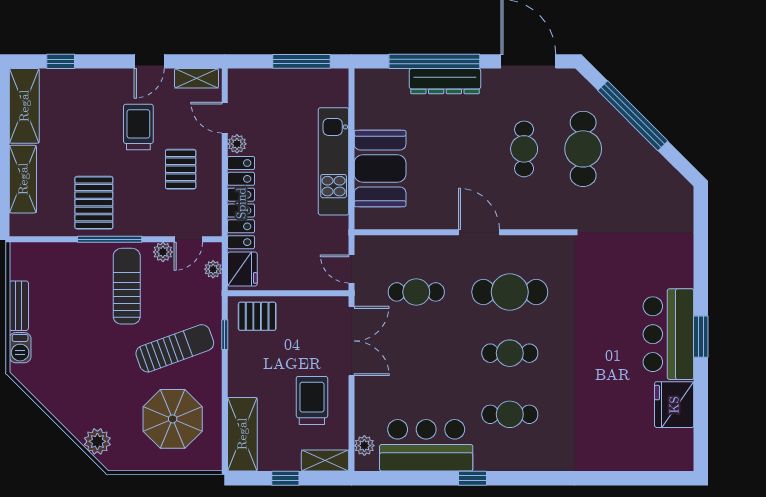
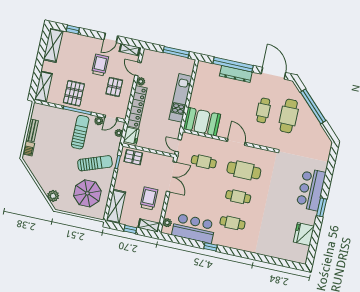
booth: (380, 169) -> (202, 122), moved, turned 90
shelving: (23, 179) -> (43, 87), moved
bar counter: (668, 334) -> (311, 189), moved

